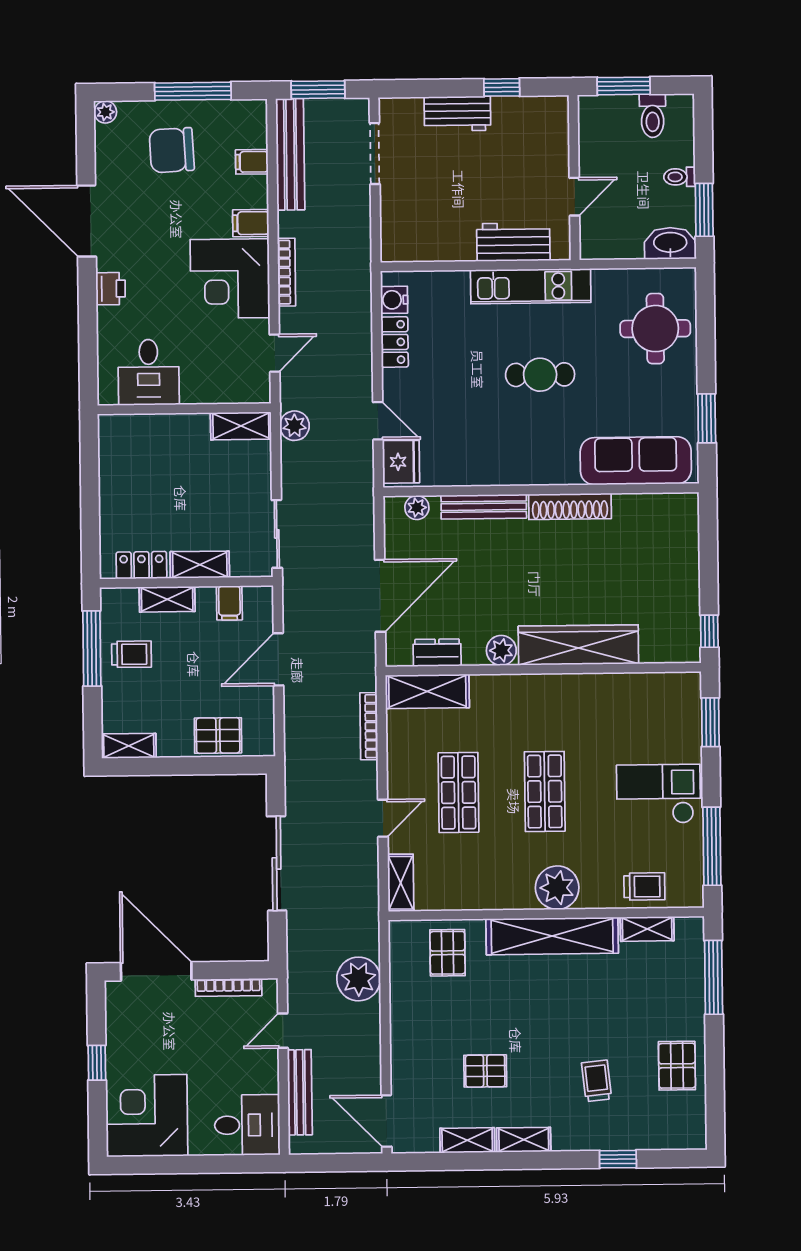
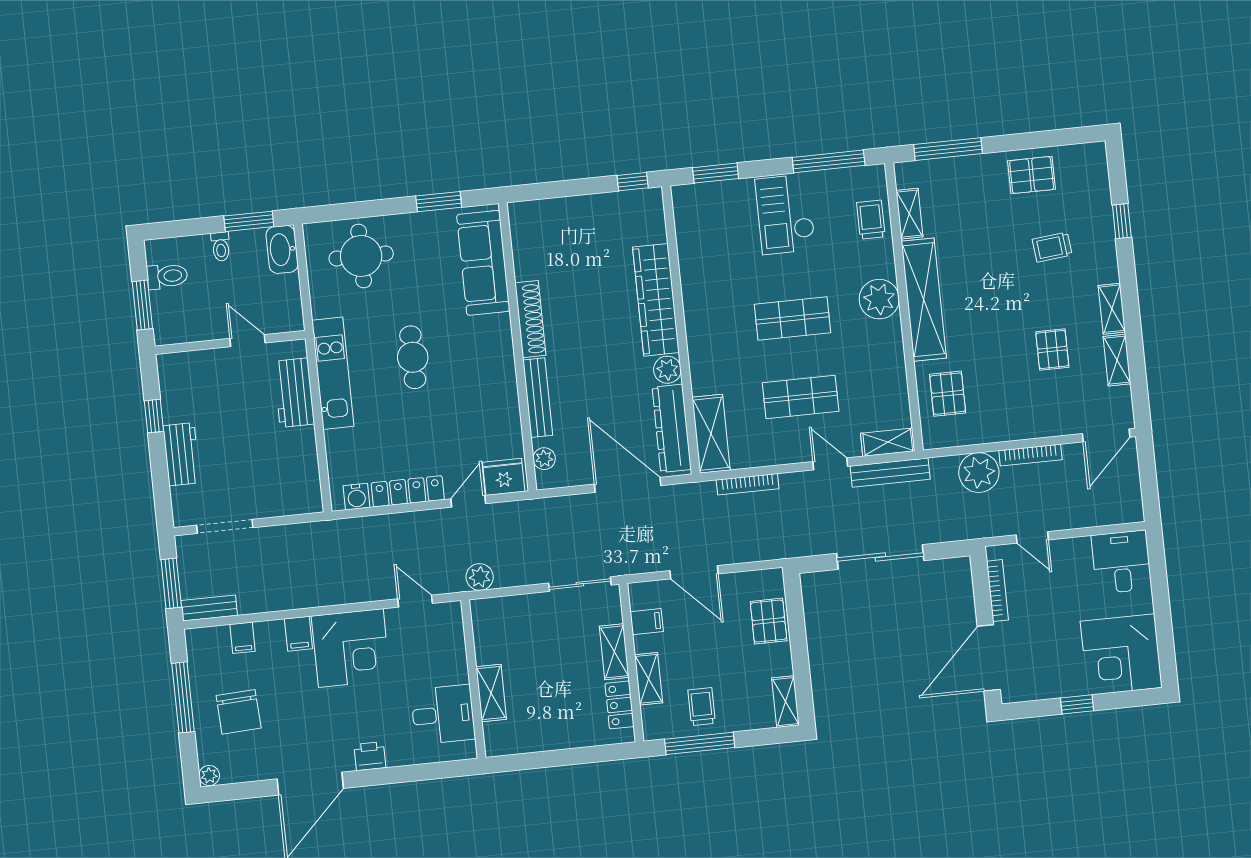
bench: (290, 154) -> (209, 608), width x0.54, depth x0.82
bookcase: (287, 272) -> (1030, 455), moved, turned 180
locker: (395, 342) -> (408, 491), width x1.53
shelving: (241, 426) -> (491, 693), moved
dresser: (437, 653) -> (672, 428), width x1.96, depth x1.24
pallet: (448, 953) -> (948, 394), turned 90
bench: (300, 1092) -> (890, 473), moved

